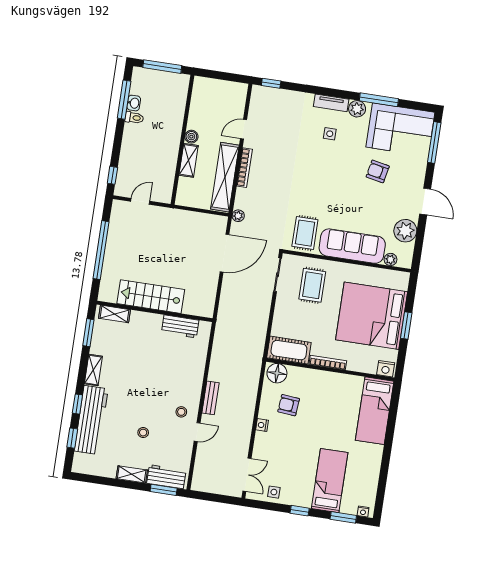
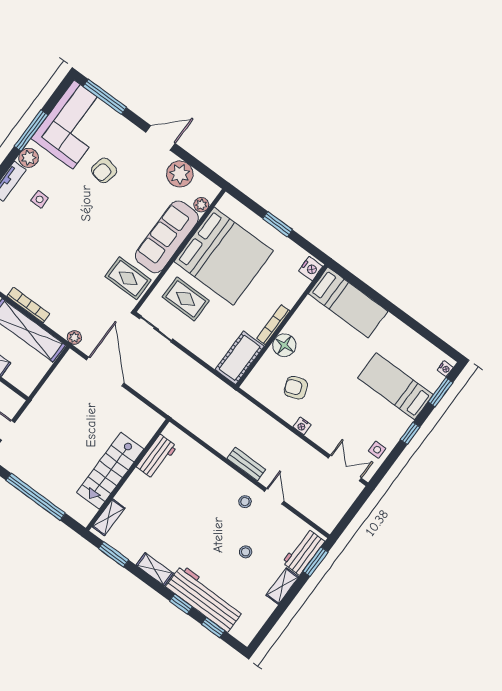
bed: (372, 316) -> (224, 256), moved, turned -90
floor lamp: (277, 373) -> (284, 345), moved
armchair: (289, 405) -> (296, 388), turned 64

